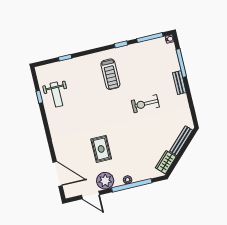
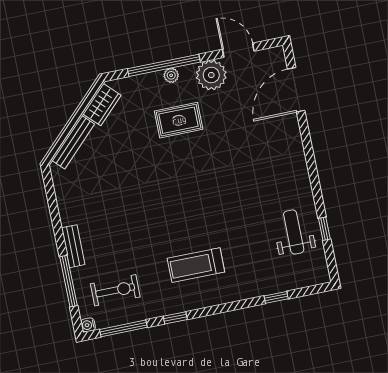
treadmill: (110, 74) -> (196, 265), turned -90
exercise bike: (145, 104) -> (115, 290), moved
rug: (101, 149) -> (179, 120), moved, turned 90
door: (58, 174) -> (296, 90), hinge flipped

